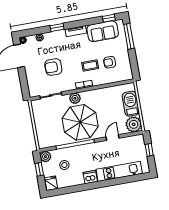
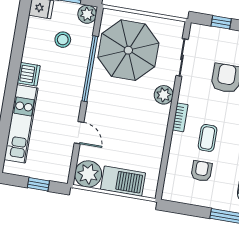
window: (23, 81) -> (221, 22), added
parasol: (80, 122) -> (128, 50), moved

